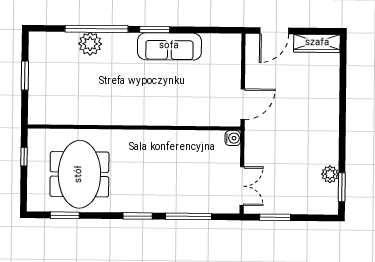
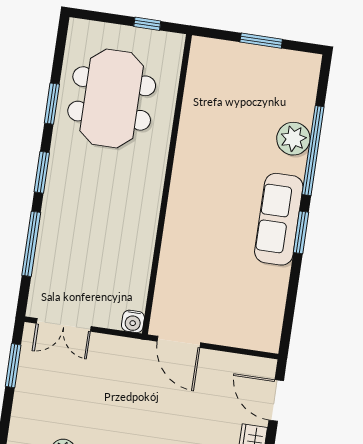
sofa: (169, 46) -> (279, 219), moved
meeting table: (79, 174) -> (112, 98), turned 90
window: (65, 215) -> (52, 104), moved

